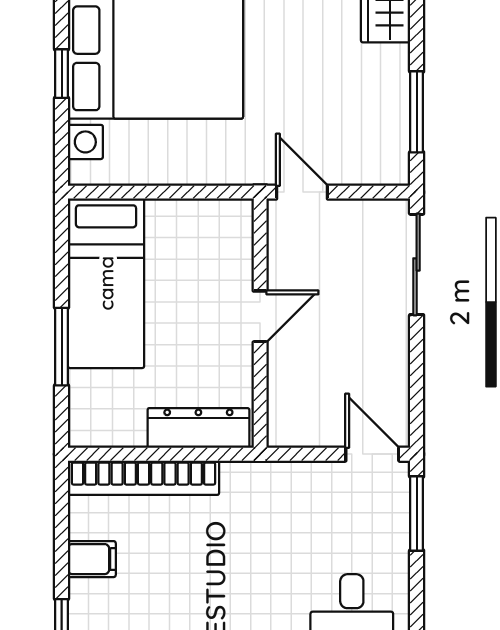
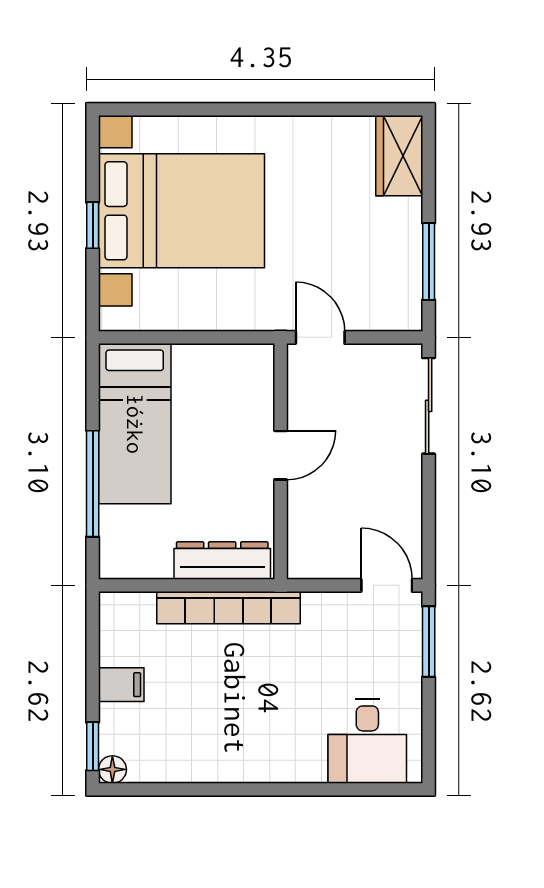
window: (62, 347) -> (93, 484), width x1.44
bookcase: (144, 478) -> (228, 608), moved

